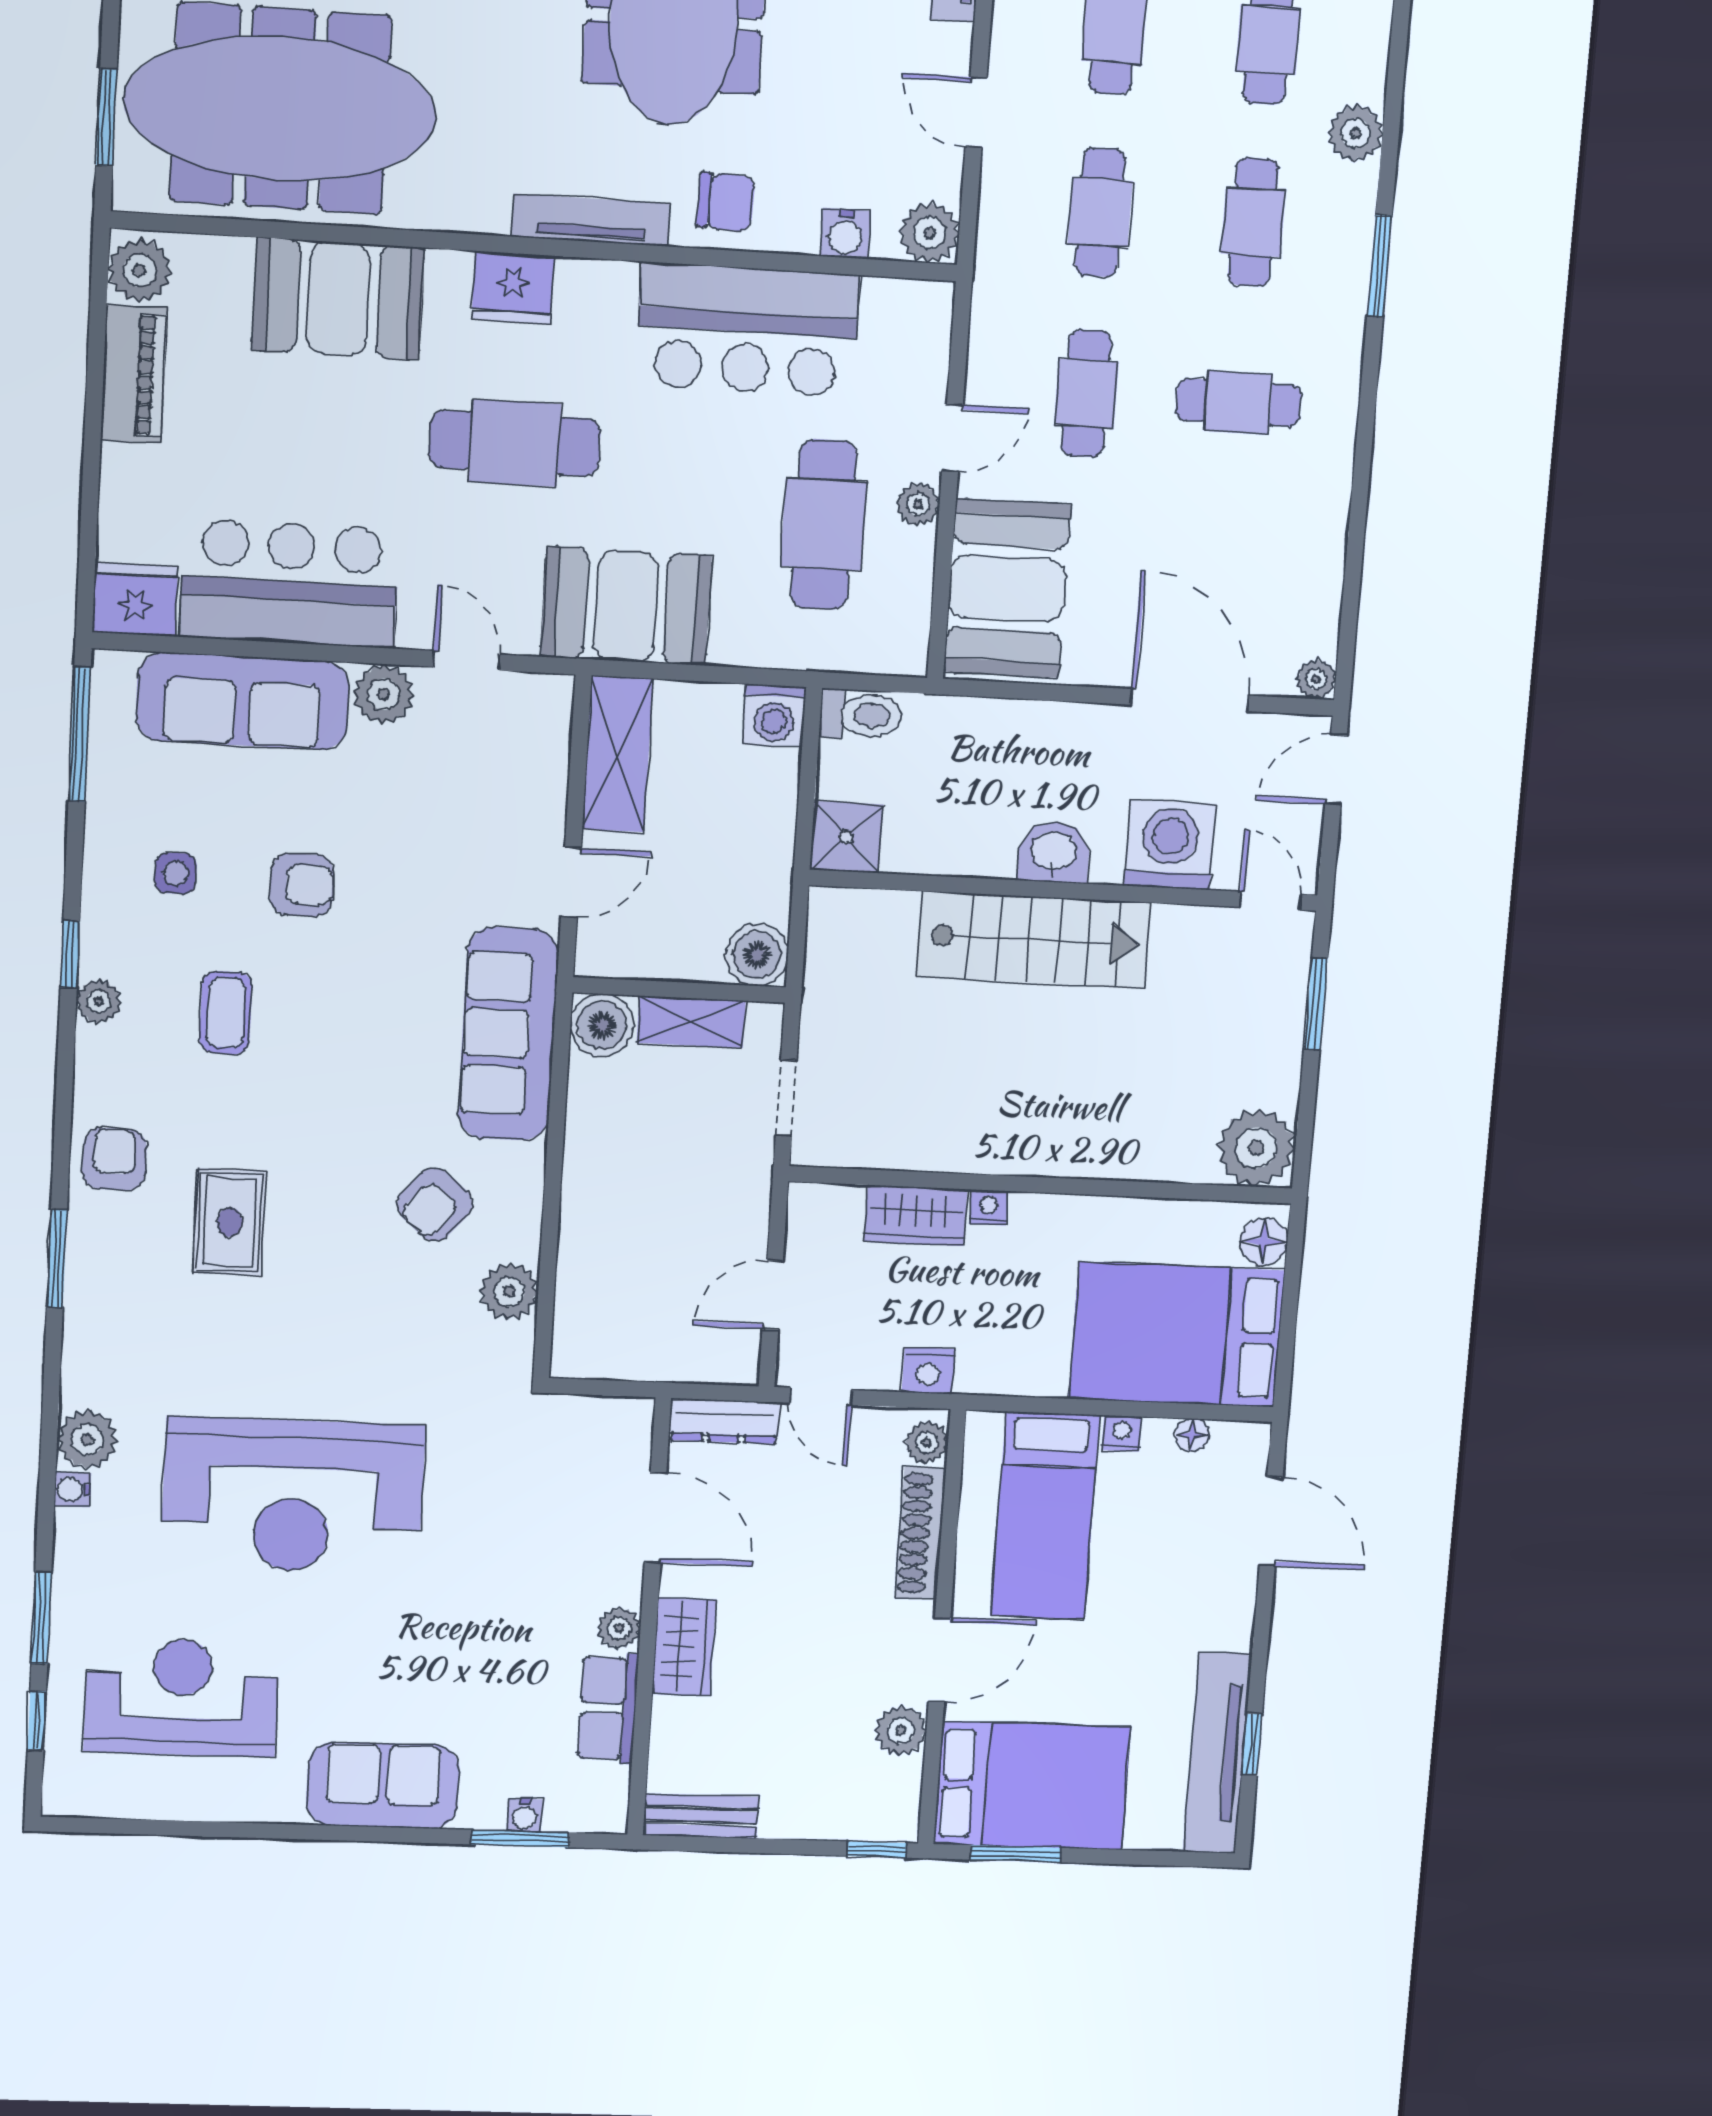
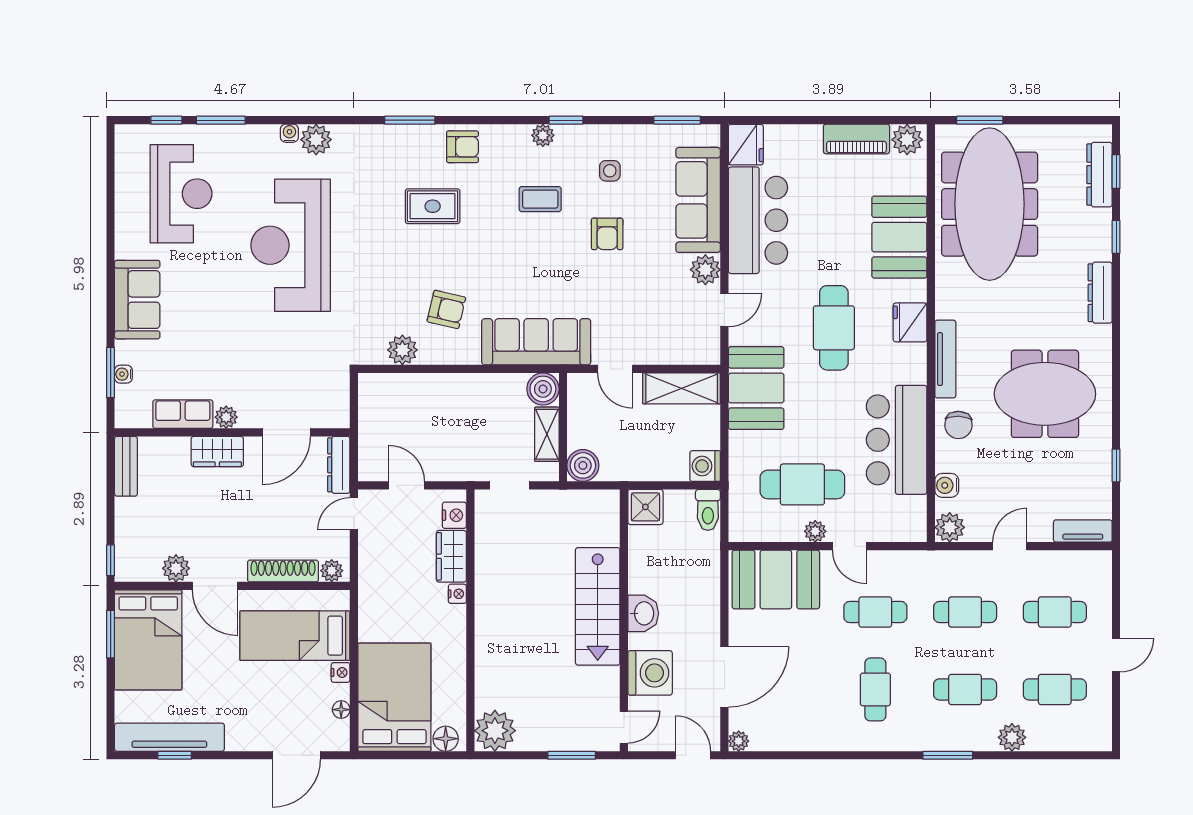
window: (80, 734) -> (677, 120), width x0.69
armchair: (435, 1204) -> (446, 309), turned 152
nightstand: (928, 1371) -> (454, 515), moved, turned 180

